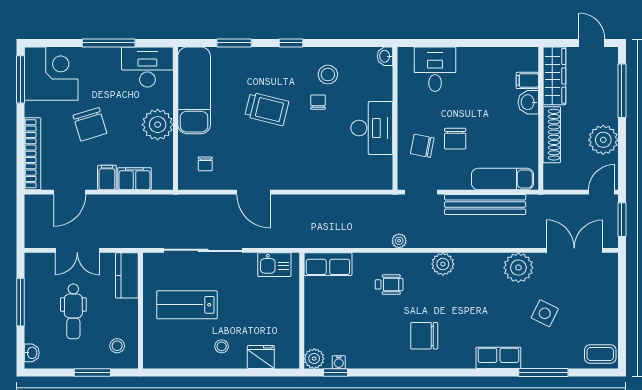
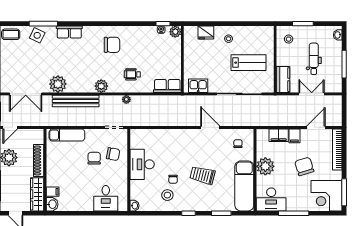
washbasin: (528, 102) -> (52, 204), moved
bench: (485, 205) -> (76, 101), moved
side table: (545, 313) -> (37, 35), moved

